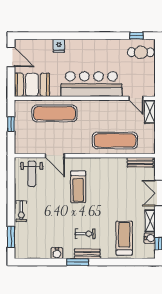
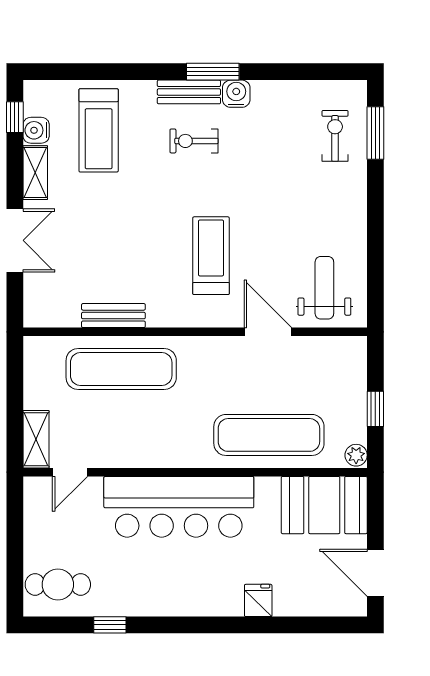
window: (137, 36) -> (110, 625), moved
door: (136, 98) -> (70, 472), swing flipped
plant: (19, 105) -> (356, 455), added
bench: (140, 162) -> (113, 316), moved
exercise bike: (21, 211) -> (335, 136), moved
water cooler: (57, 253) -> (236, 94), moved

